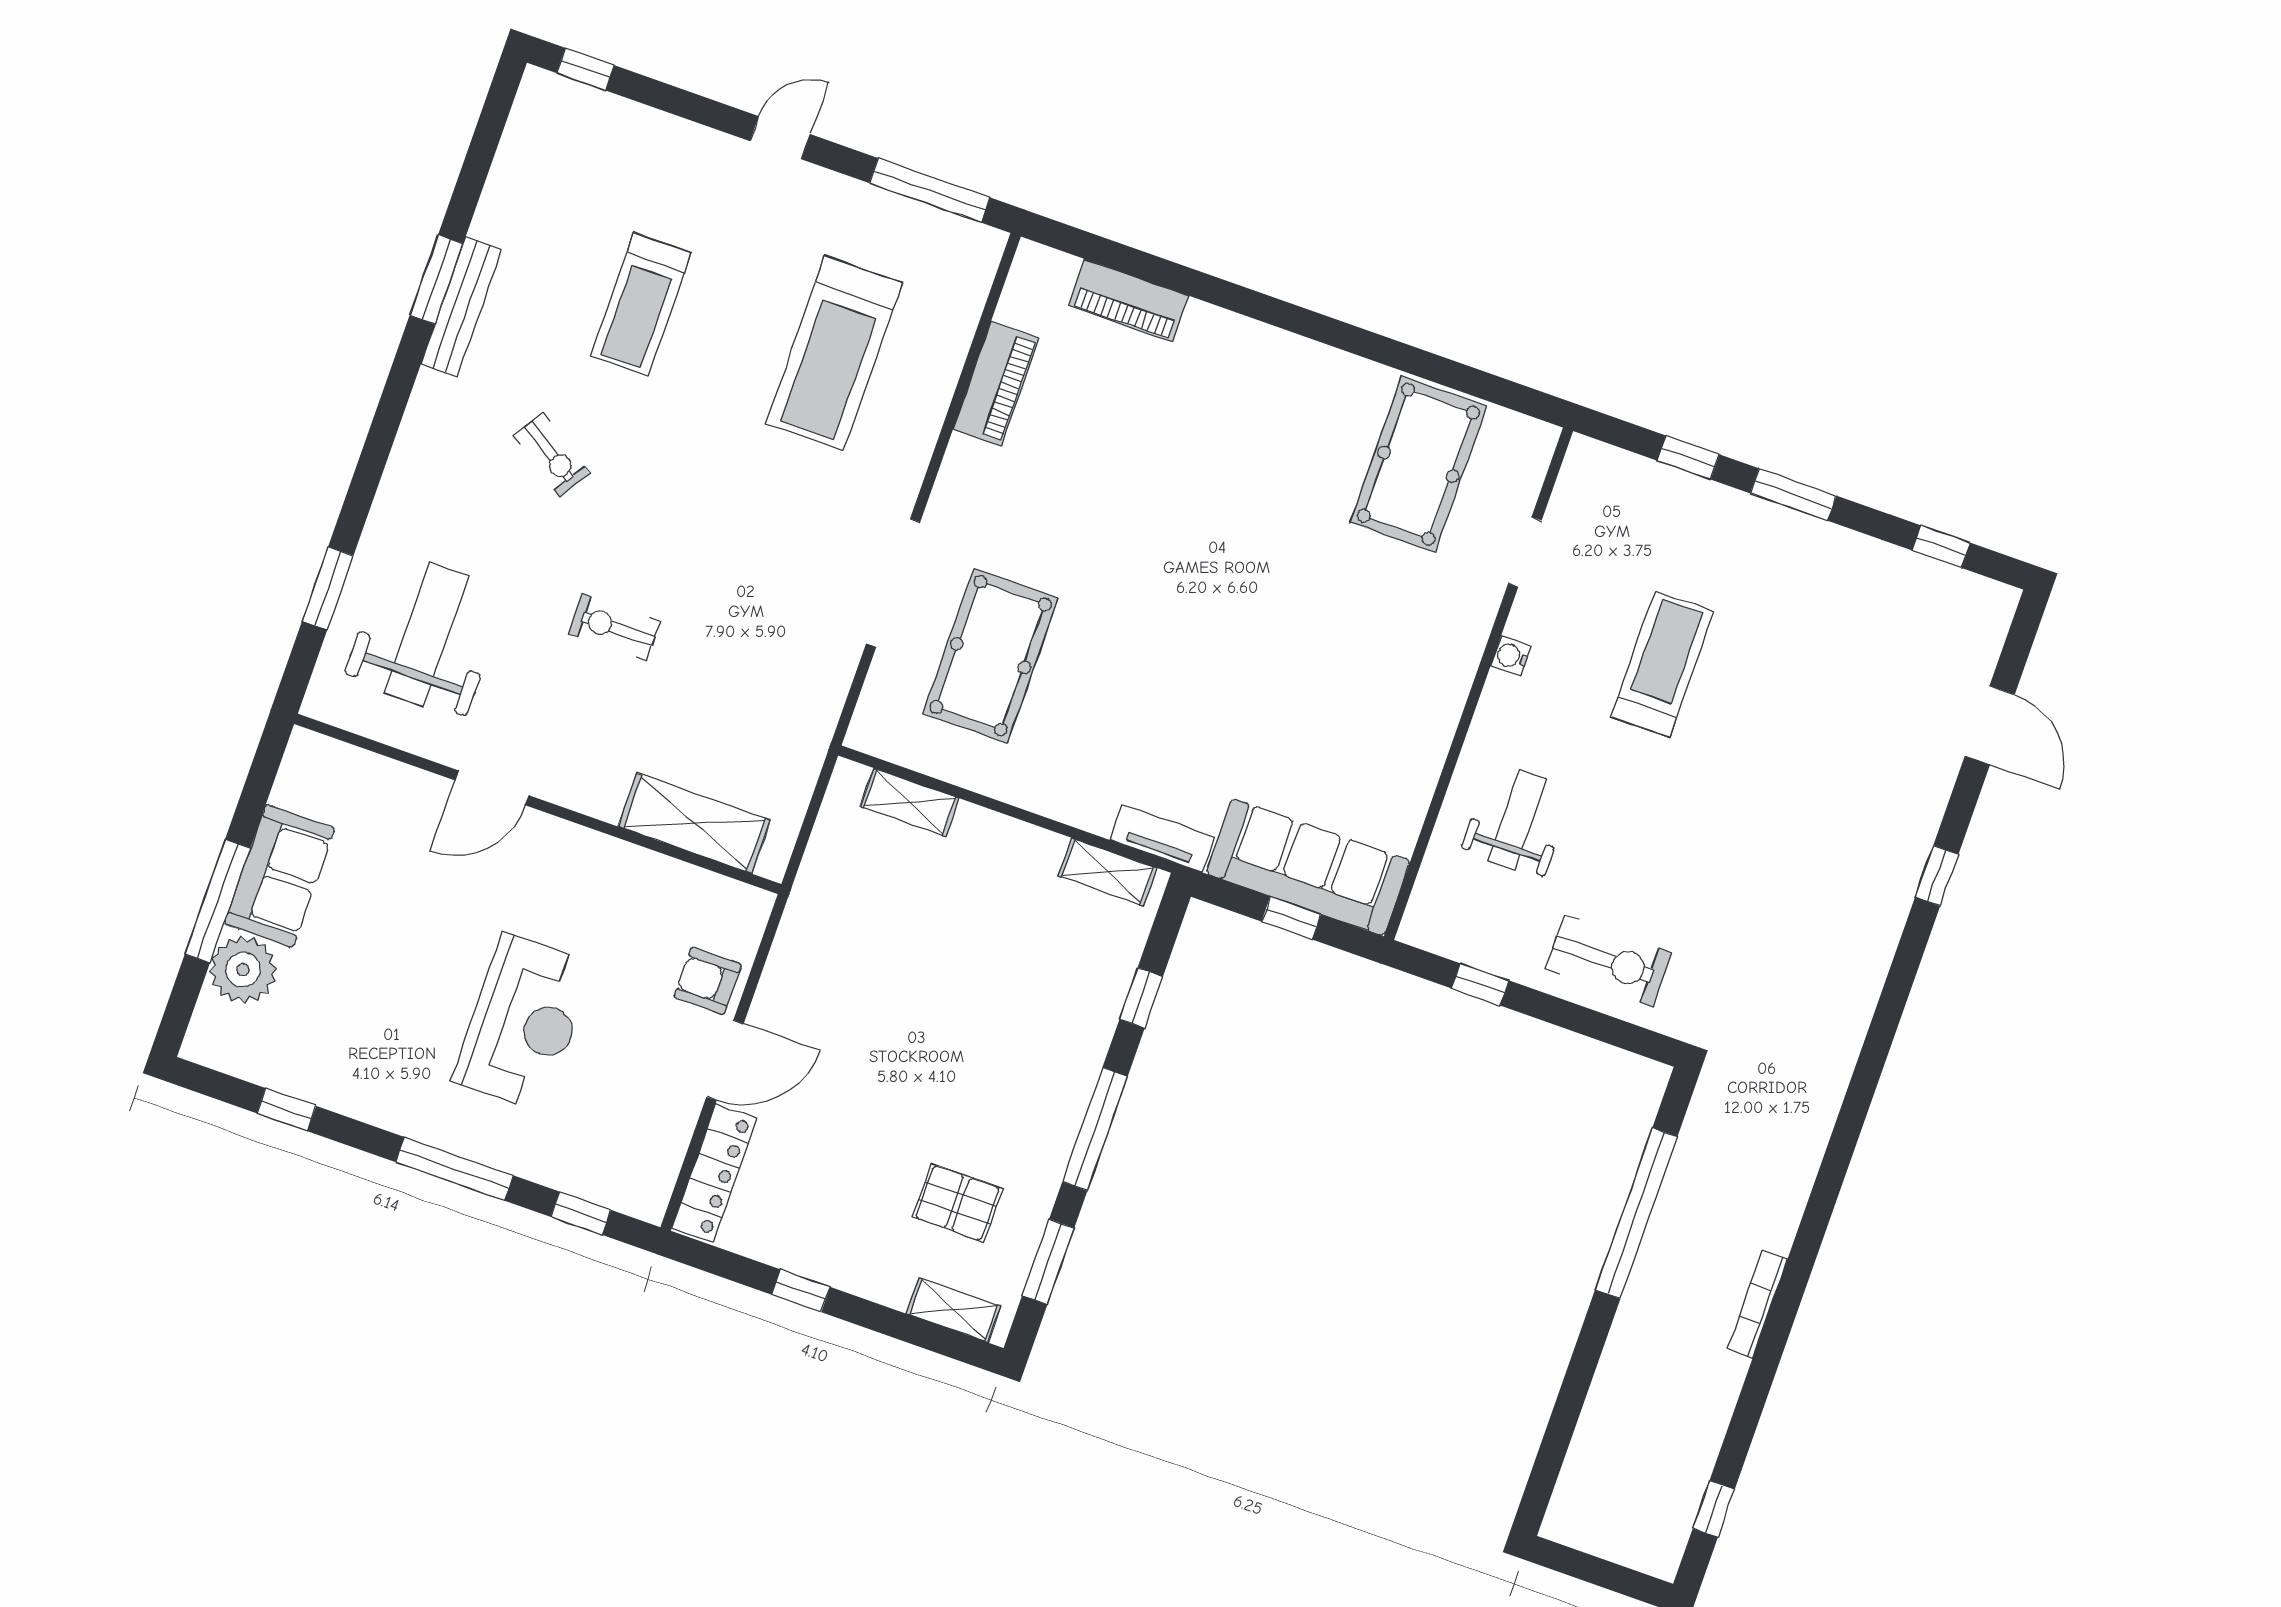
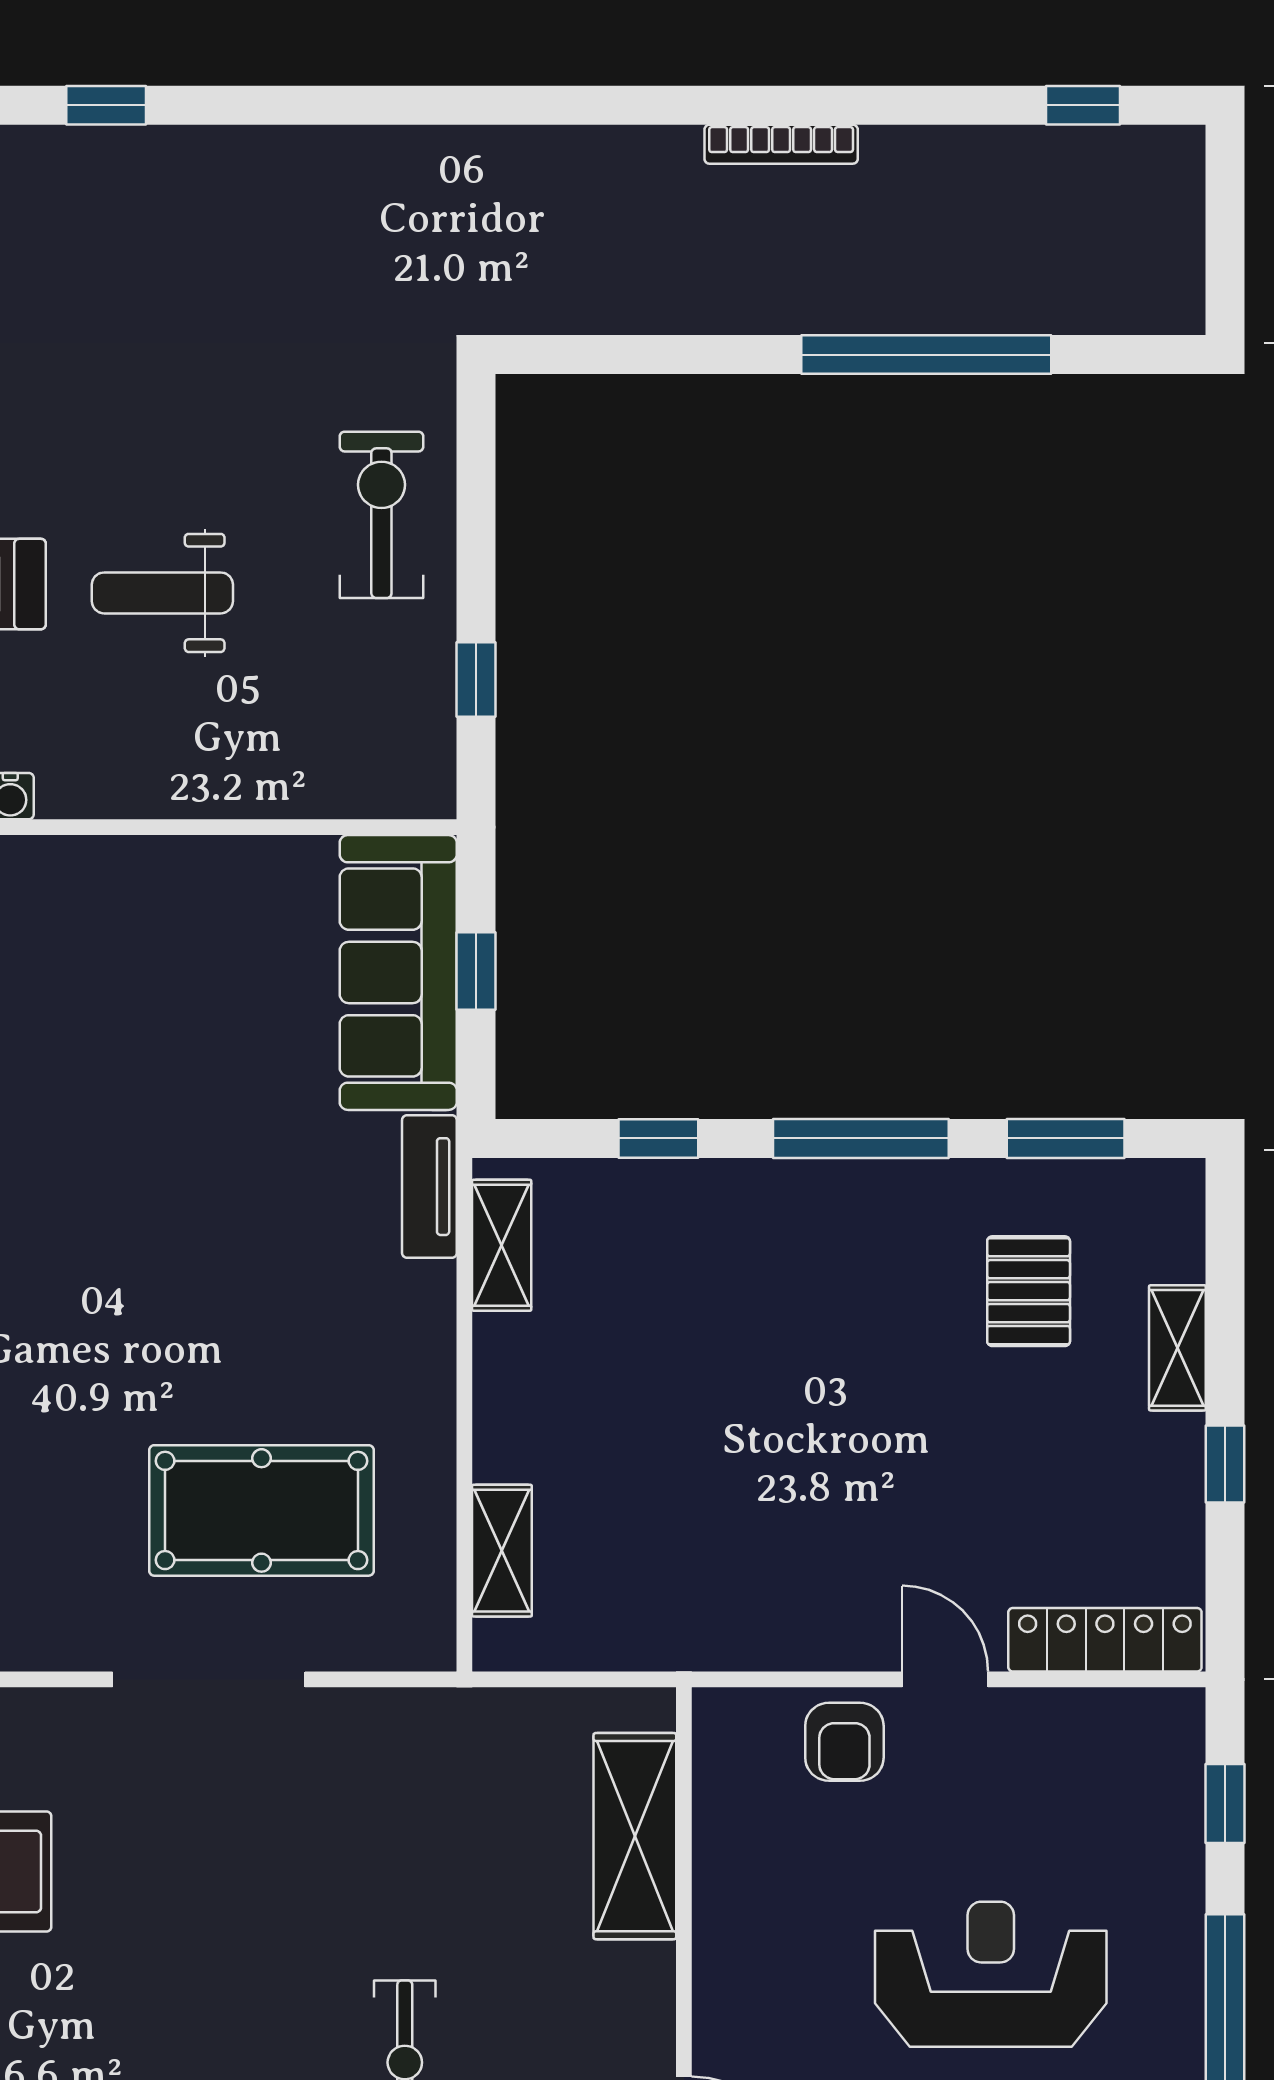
weight bench: (1517, 820) -> (162, 593), moved
door: (725, 1060) -> (945, 1679), width x0.73
window: (1636, 1213) -> (926, 355), moved
shelving: (954, 1310) -> (1177, 1348), moved

